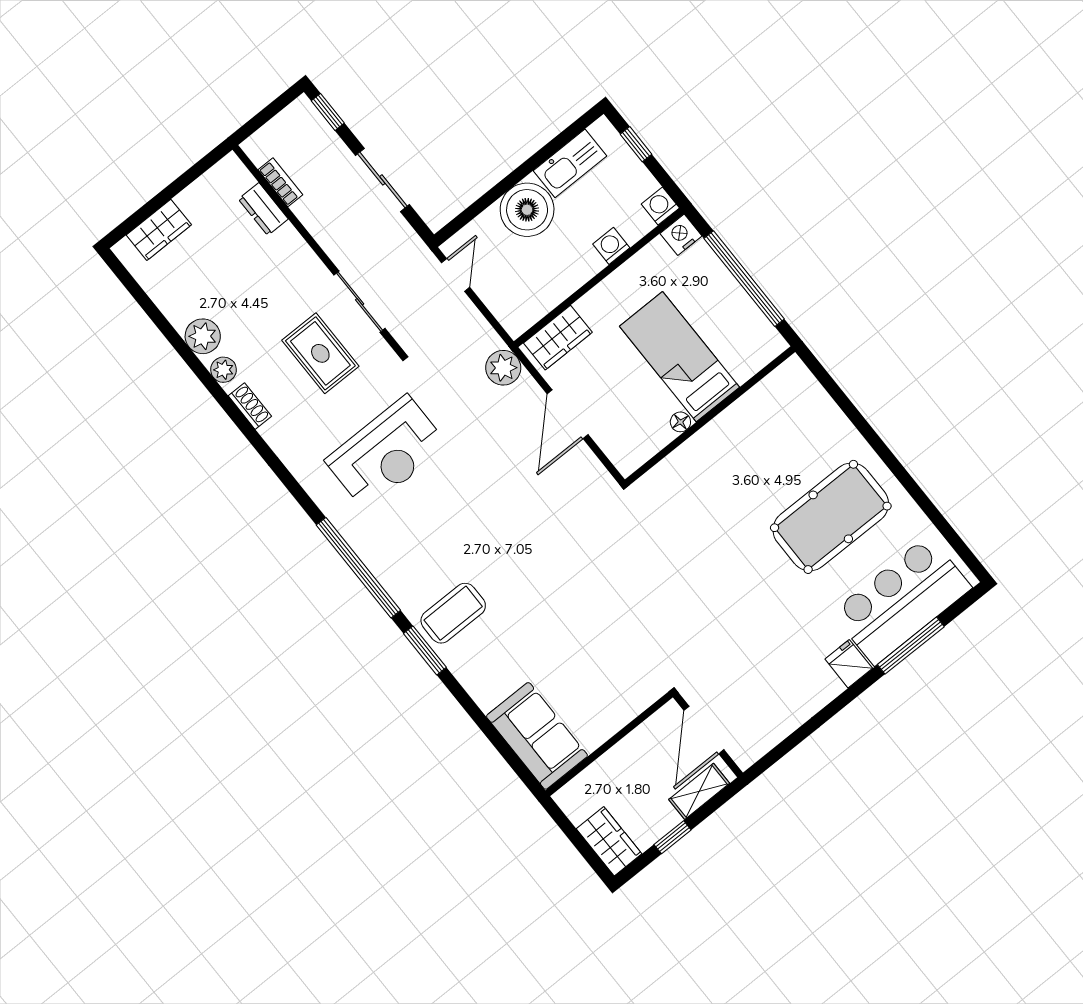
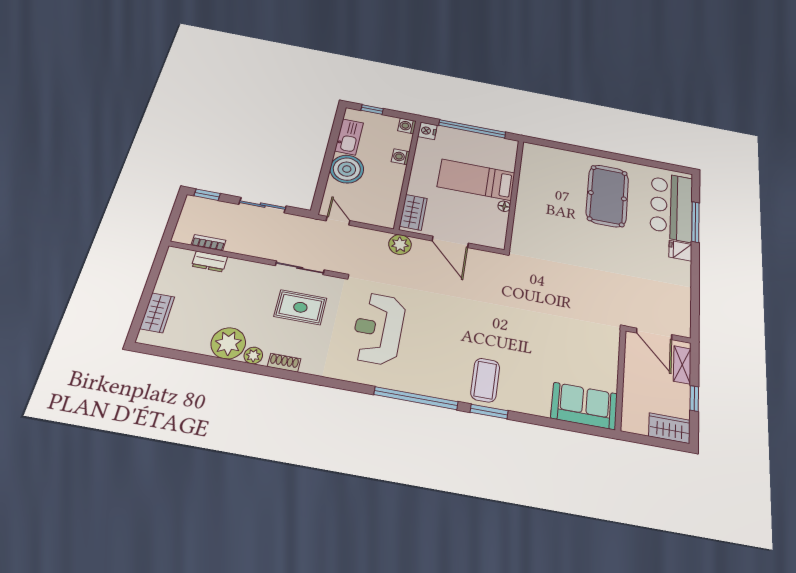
plant: (203, 336) -> (228, 343), width x1.36, depth x1.36
reception desk: (386, 453) -> (378, 329), turned 180

